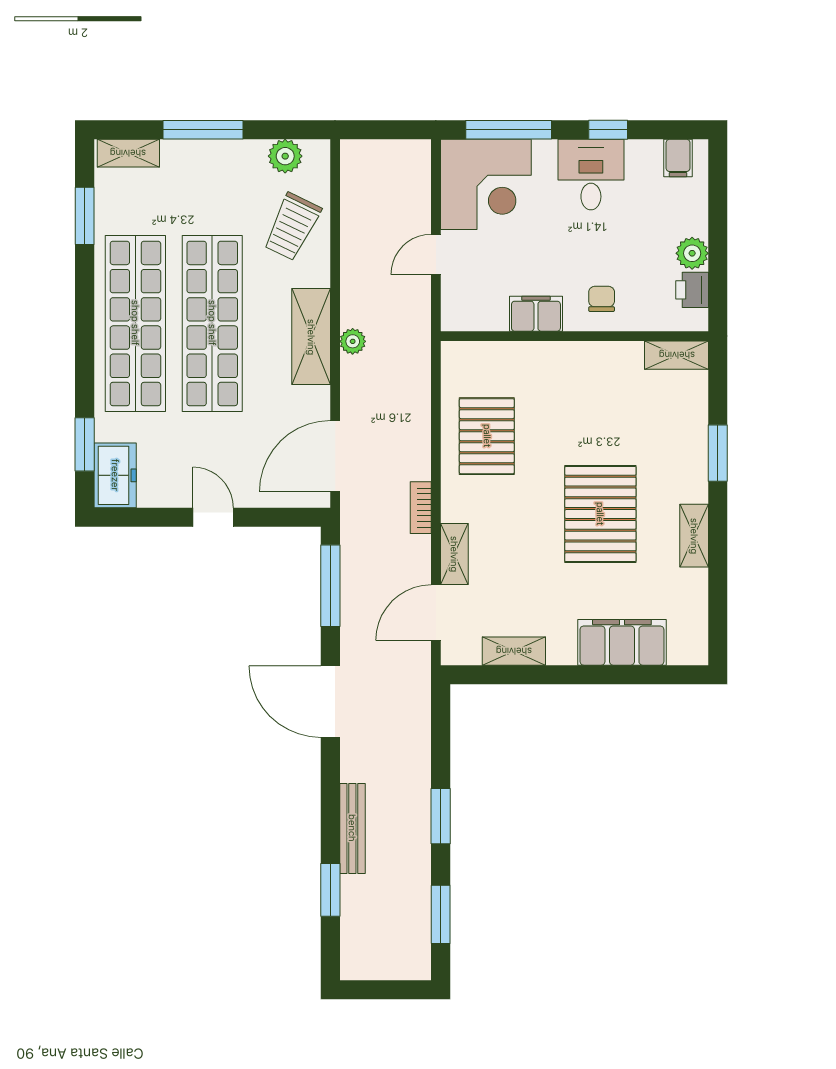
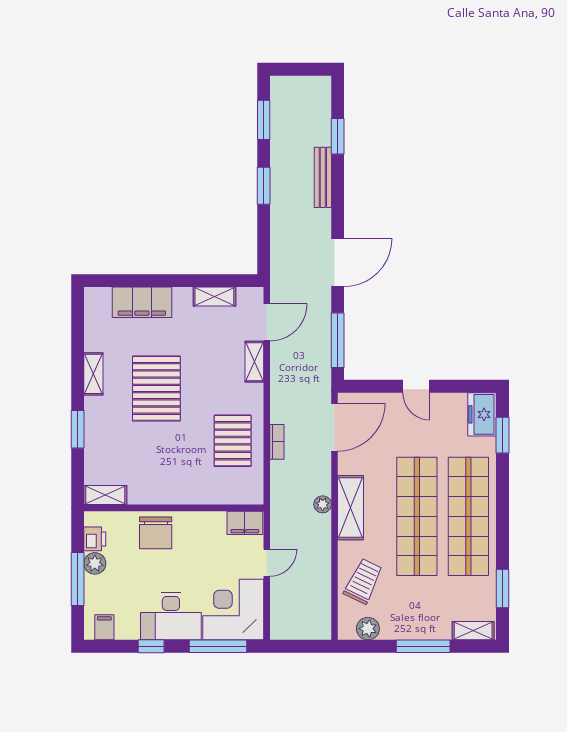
desk: (591, 175) -> (171, 616), width x1.37
window: (718, 230) -> (78, 579), added
chair: (602, 299) -> (156, 533), width x1.87, depth x1.87
filing cabinet: (536, 314) -> (245, 523), moved
bookcase: (421, 508) -> (277, 442), moved
door: (330, 702) -> (338, 263), hinge flipped

